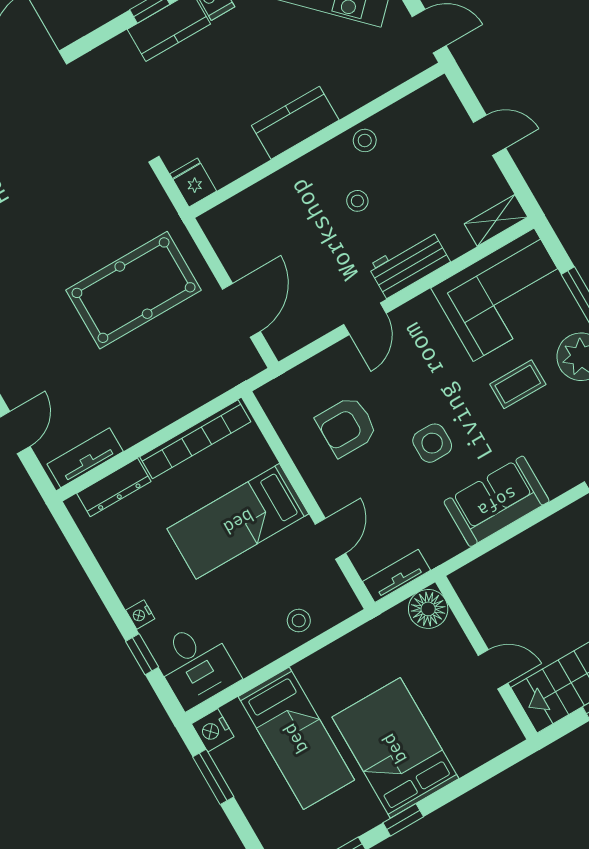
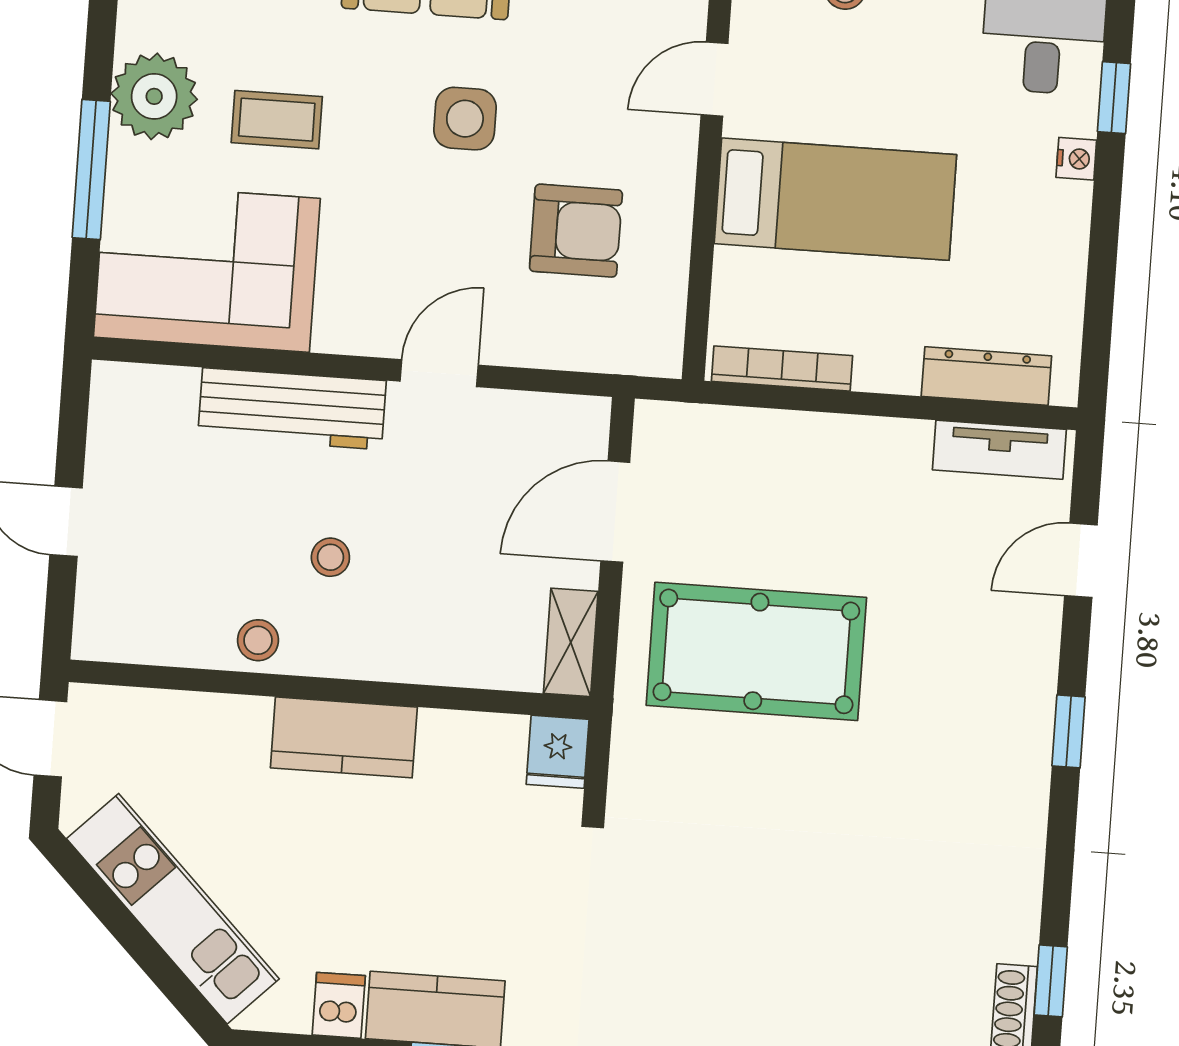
shelving: (496, 220) -> (571, 642), moved, turned 90
workbench: (409, 264) -> (292, 409), width x1.38
bookcase: (195, 439) -> (782, 369), width x0.68, depth x0.76

